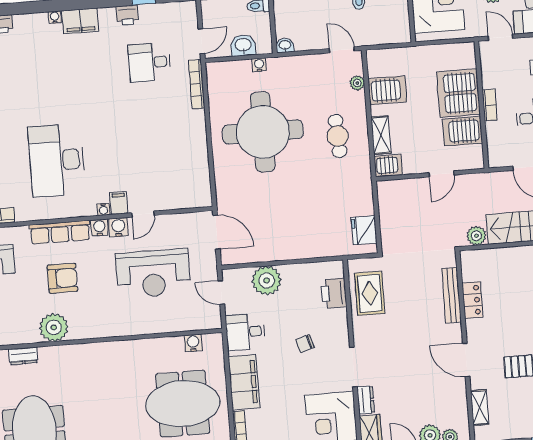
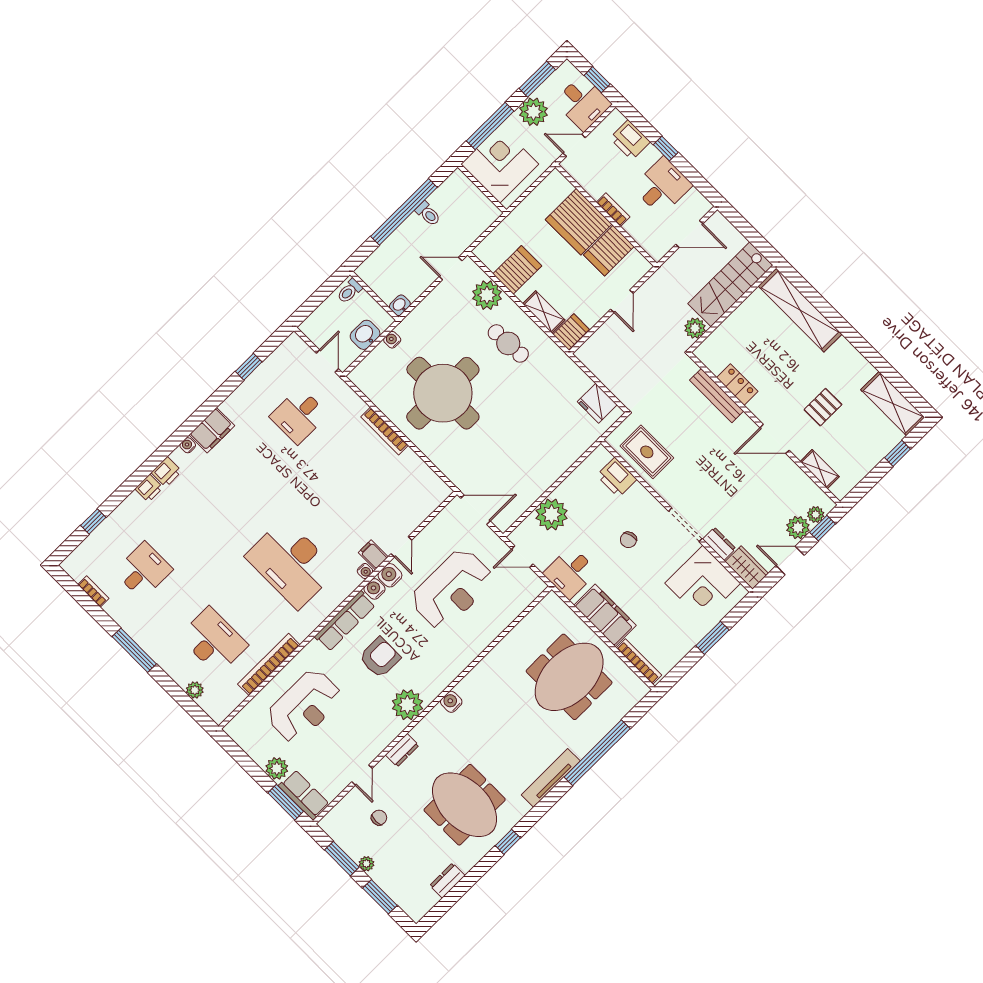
printer: (127, 15) -> (167, 472), moved
plant: (357, 83) -> (487, 295), width x1.88, depth x1.88
bookcase: (197, 84) -> (384, 431), moved
water cooler: (193, 343) -> (451, 702), moved

